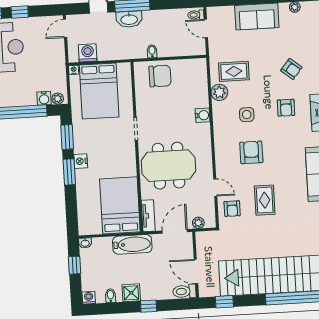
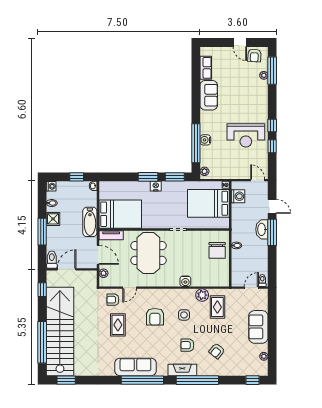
water cooler: (44, 98) -> (205, 140), moved
armchair: (251, 152) -> (155, 317), turned 90
rug: (265, 200) -> (118, 325), turned 90
window: (149, 306) -> (42, 232), width x2.17

